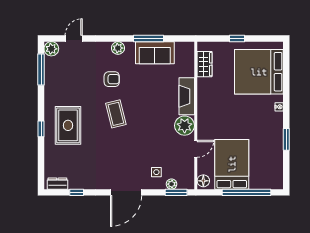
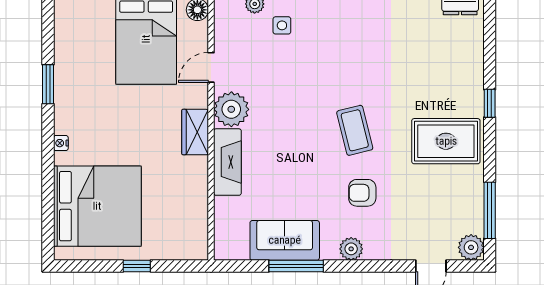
wardrobe: (205, 64) -> (195, 132), moved
rug: (68, 125) -> (446, 141), moved, turned 90

